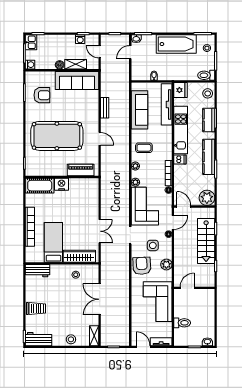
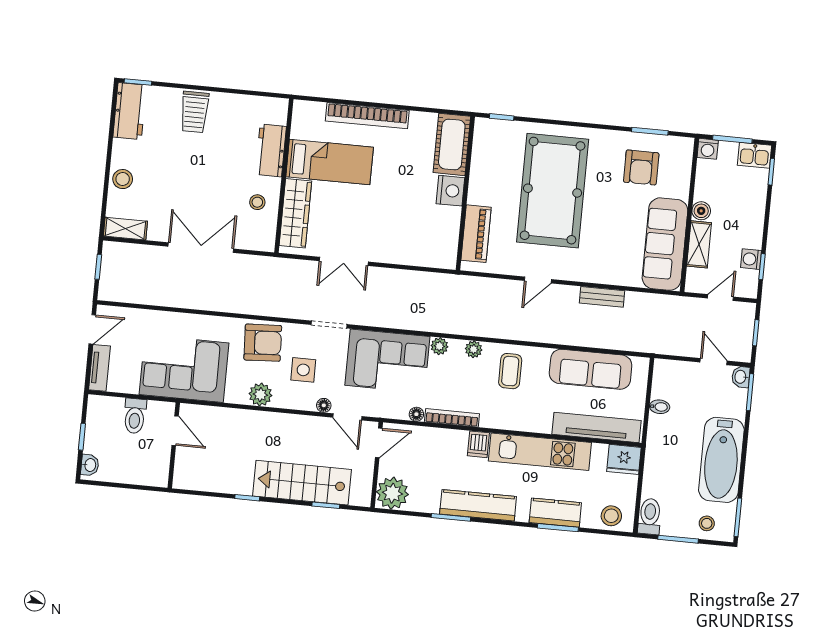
workbench: (38, 271) -> (271, 150), moved
door: (187, 288) -> (175, 431), moved
wall: (194, 288) -> (174, 445), moved

